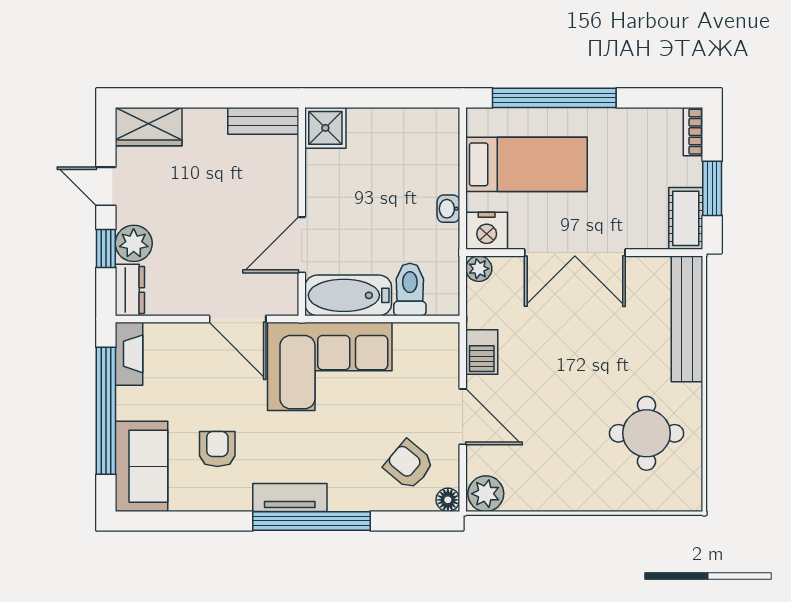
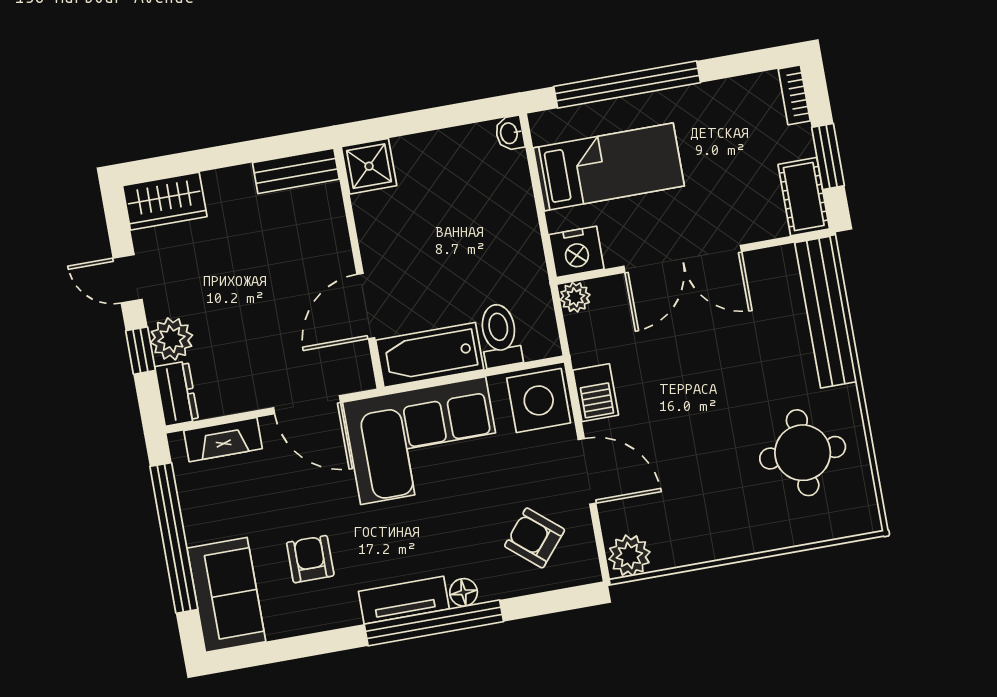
washbasin: (448, 209) -> (510, 133), moved
side table: (433, 350) -> (539, 400), added
fireplace: (129, 354) -> (223, 440), moved, turned 90
floor lamp: (448, 500) -> (464, 592), moved

